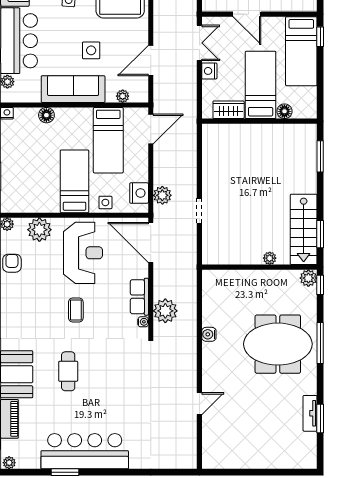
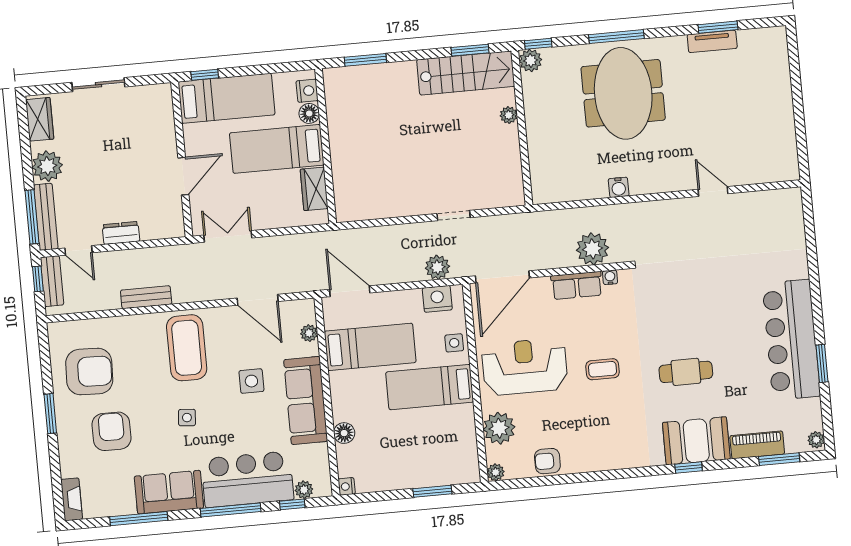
nightstand: (209, 71) -> (307, 91), moved, turned -90

